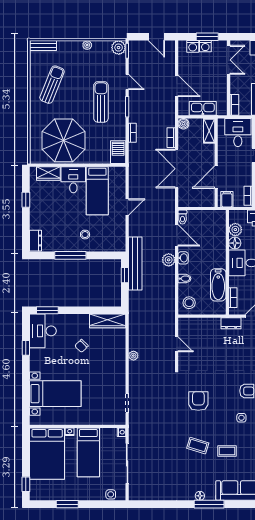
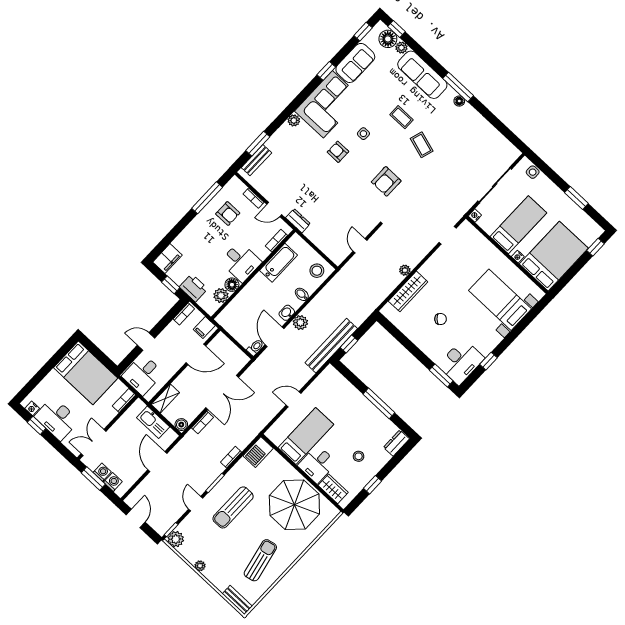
sun lounger: (52, 85) -> (260, 560), turned 146
stool: (85, 235) -> (359, 456), moved
wardrobe: (108, 321) -> (408, 291), moved, turned 90

